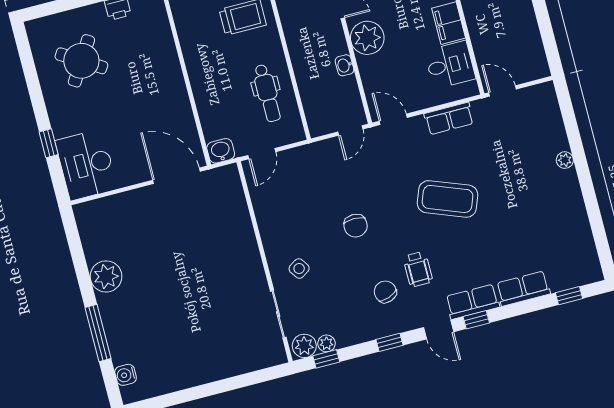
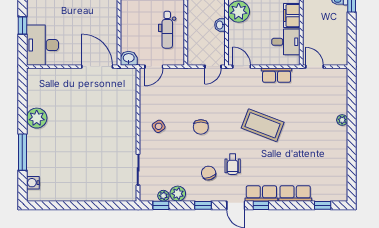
side table: (299, 269) -> (159, 126), moved
plant: (304, 346) -> (178, 194), moved

